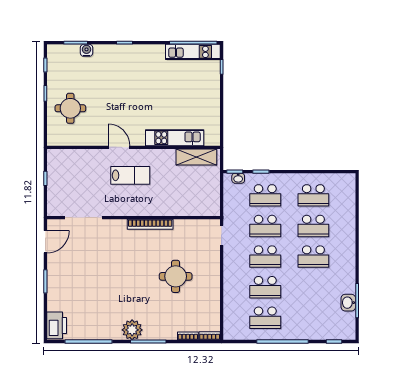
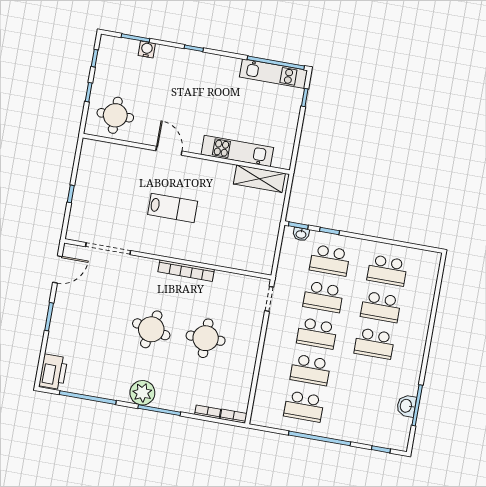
kitchen unit: (175, 138) -> (237, 151), moved
door: (119, 147) -> (169, 151), moved
wall: (134, 147) -> (186, 154), moved
shelving: (196, 157) -> (259, 179), moved
round table: (130, 277) -> (151, 329), added

